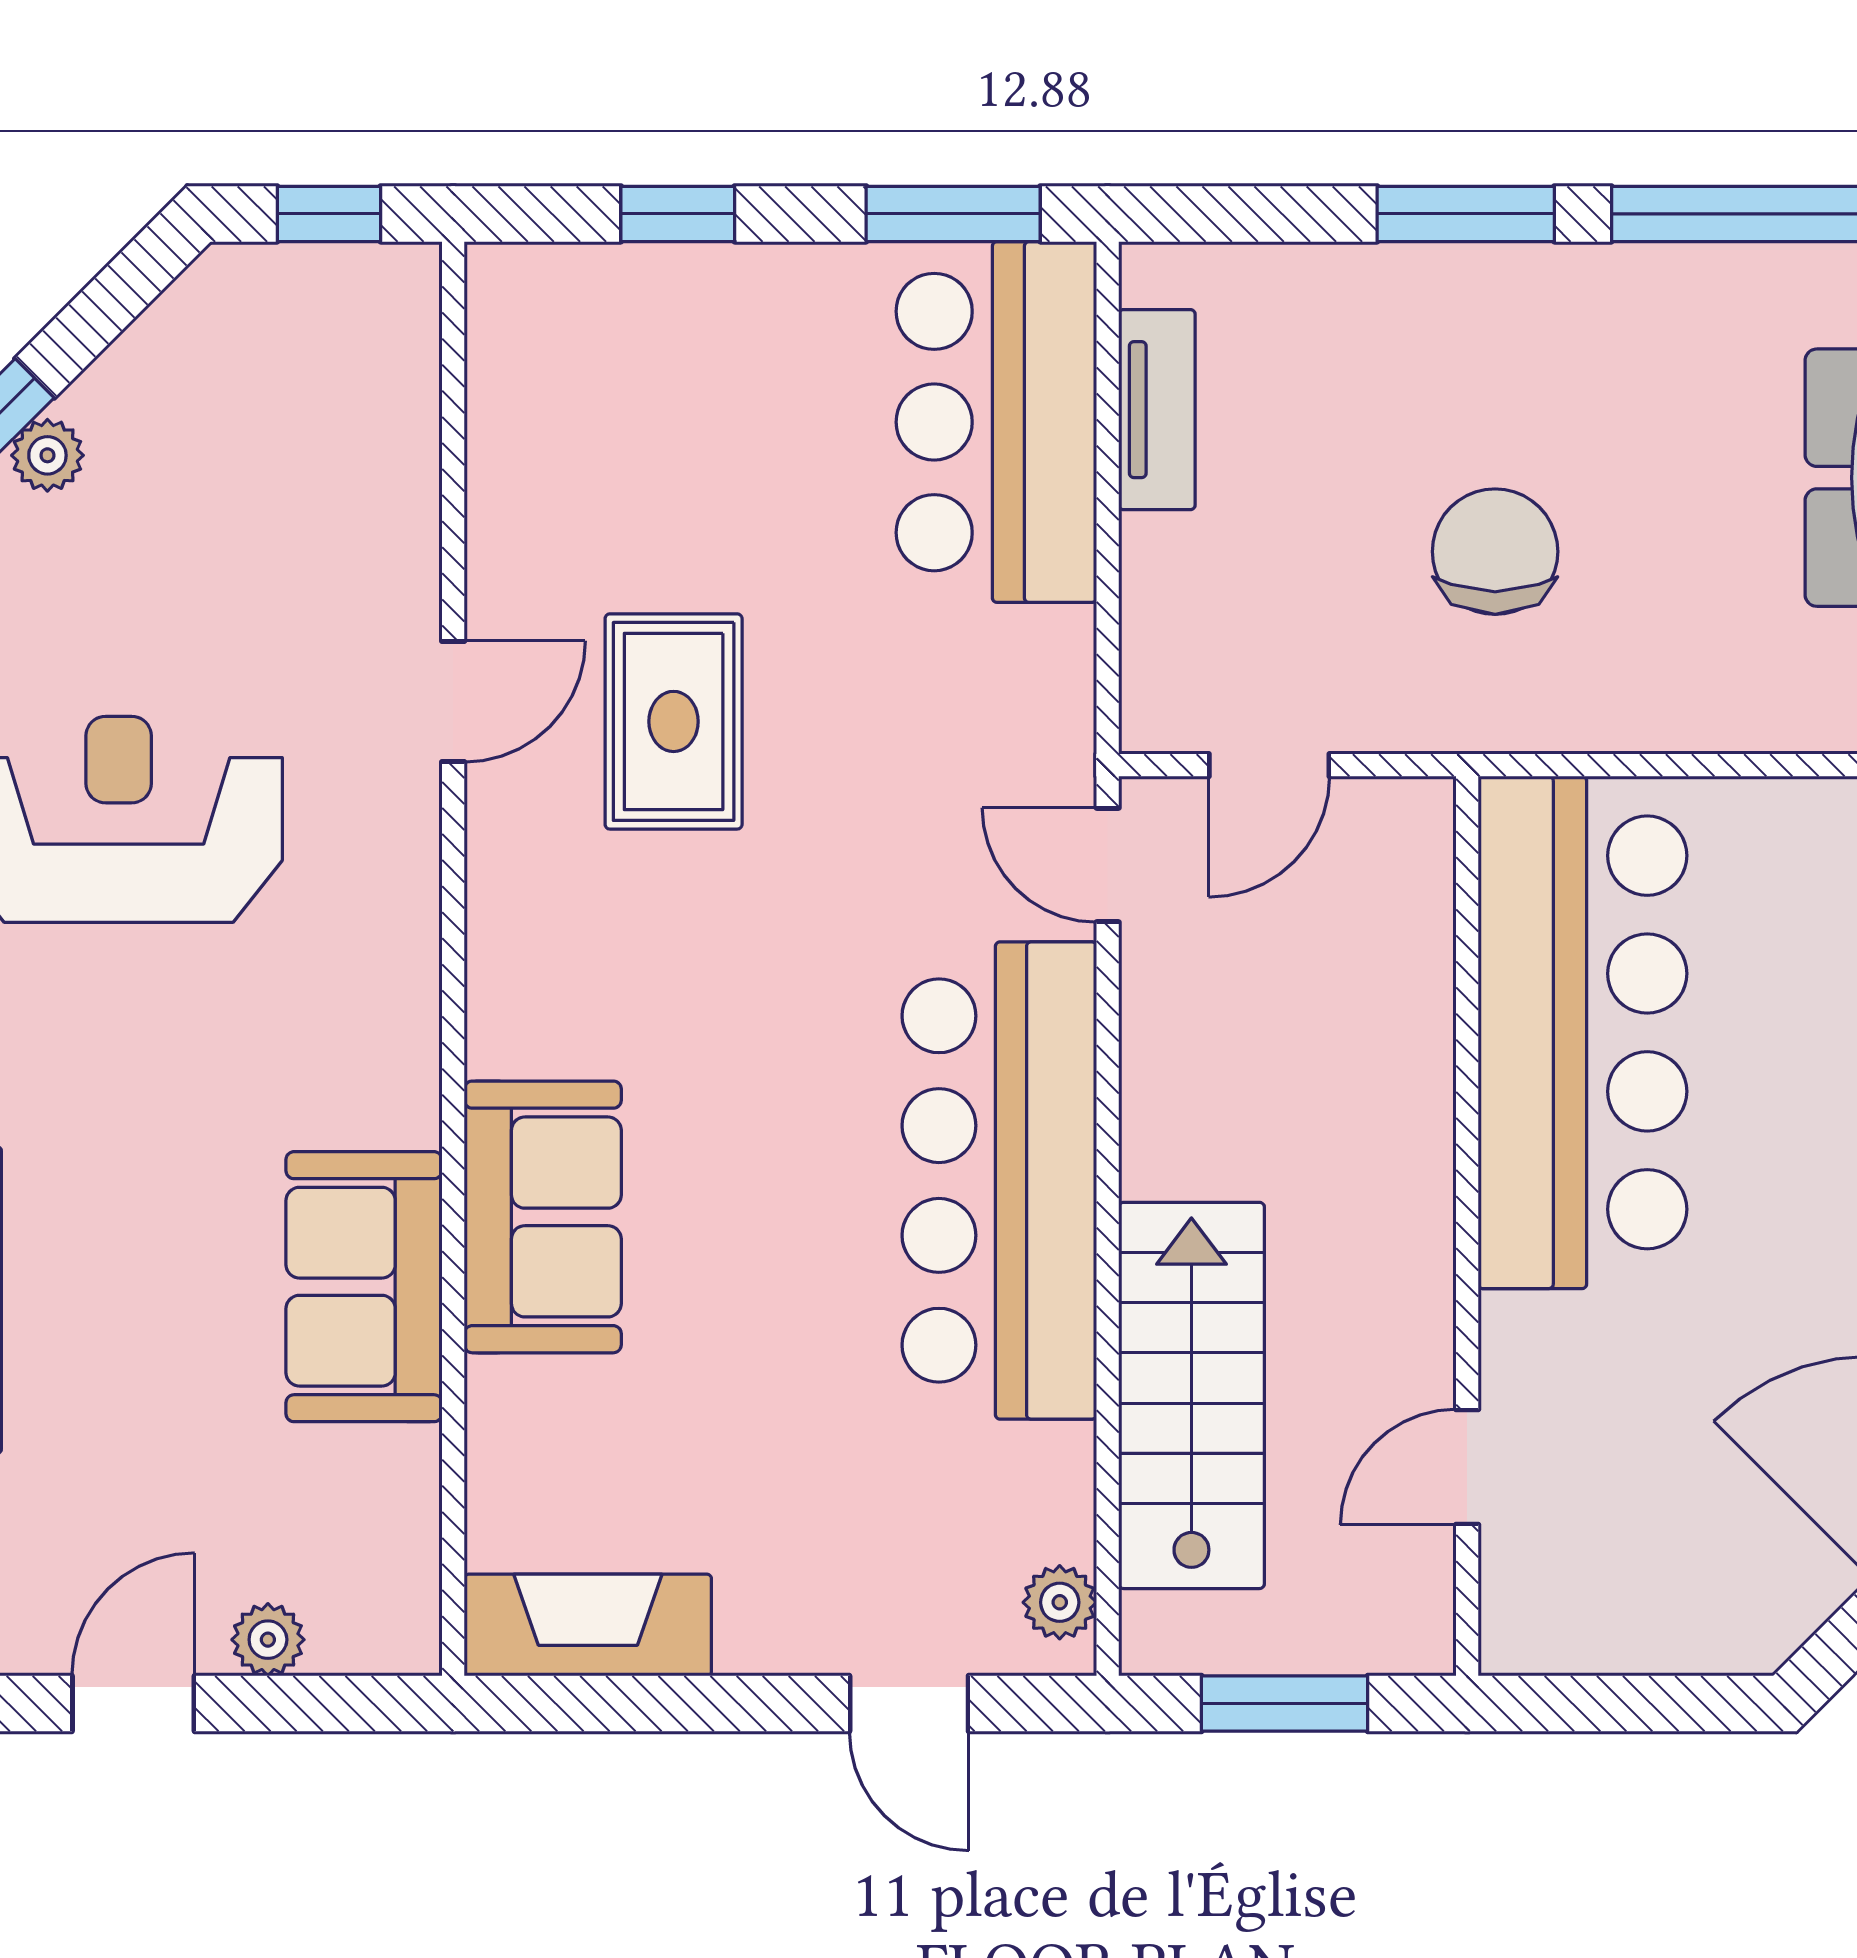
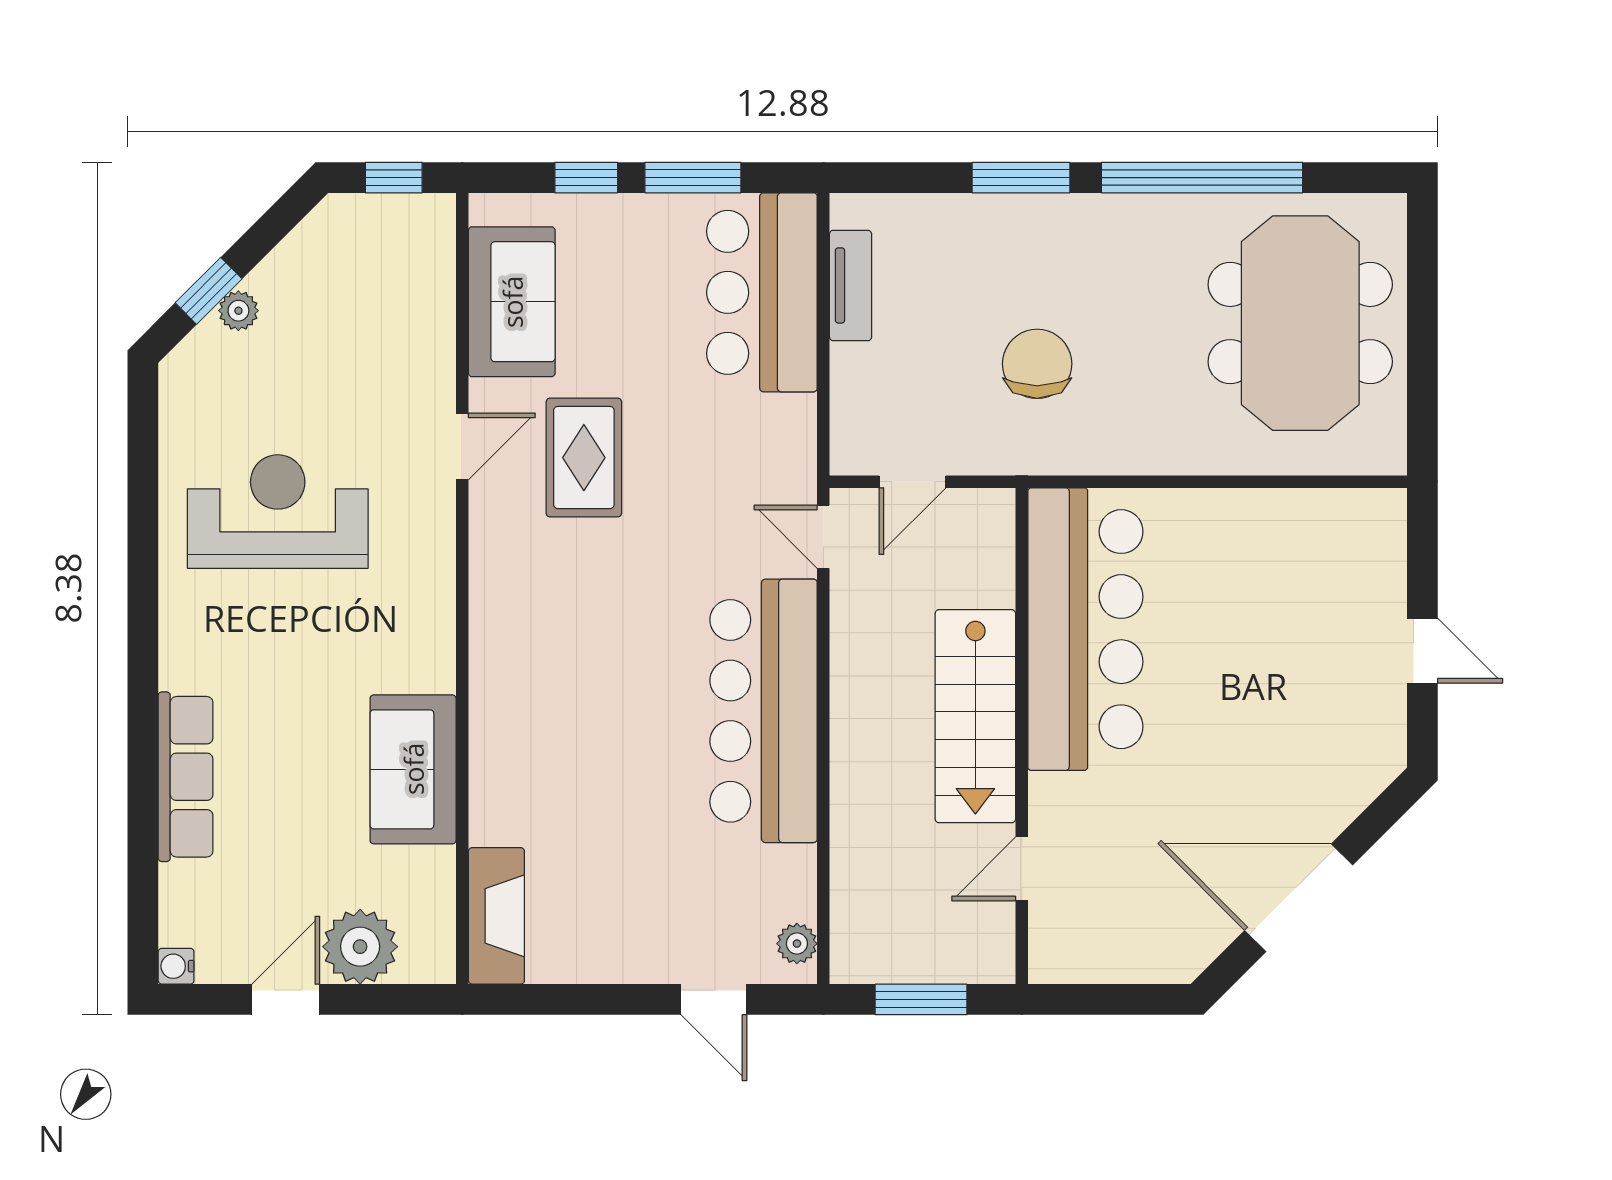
window: (953, 214) -> (693, 178), moved
sofa: (543, 1217) -> (512, 302), moved
stairs: (1191, 1395) -> (975, 716), moved, turned 180
fireplace: (588, 1625) -> (496, 916), moved, turned 90
plant: (268, 1640) -> (360, 947), width x1.88, depth x1.88

